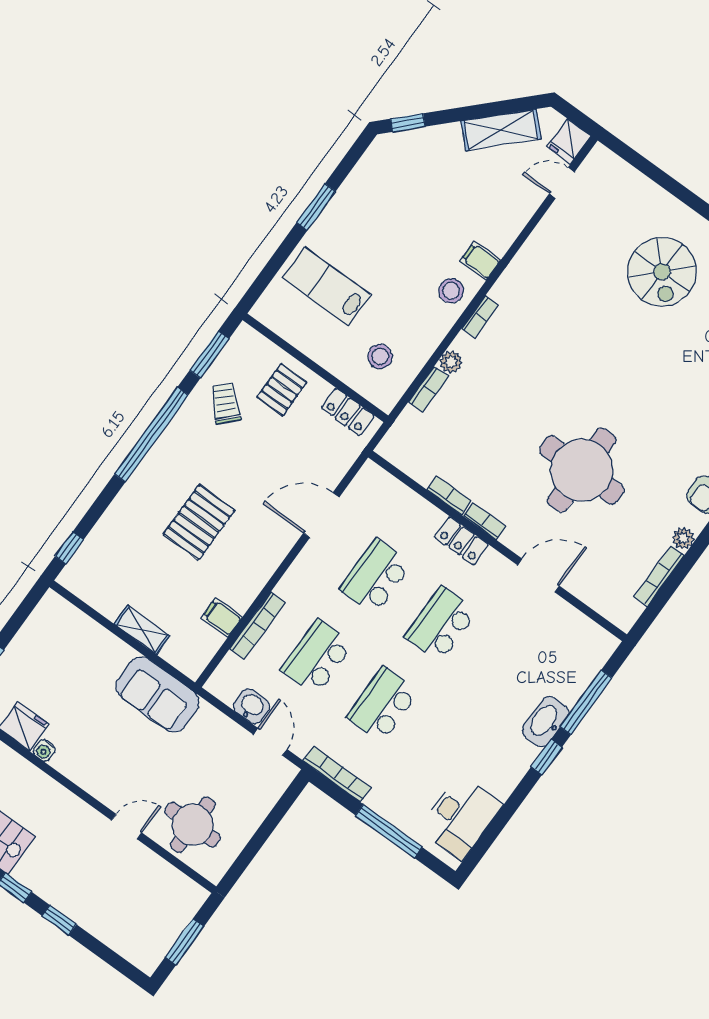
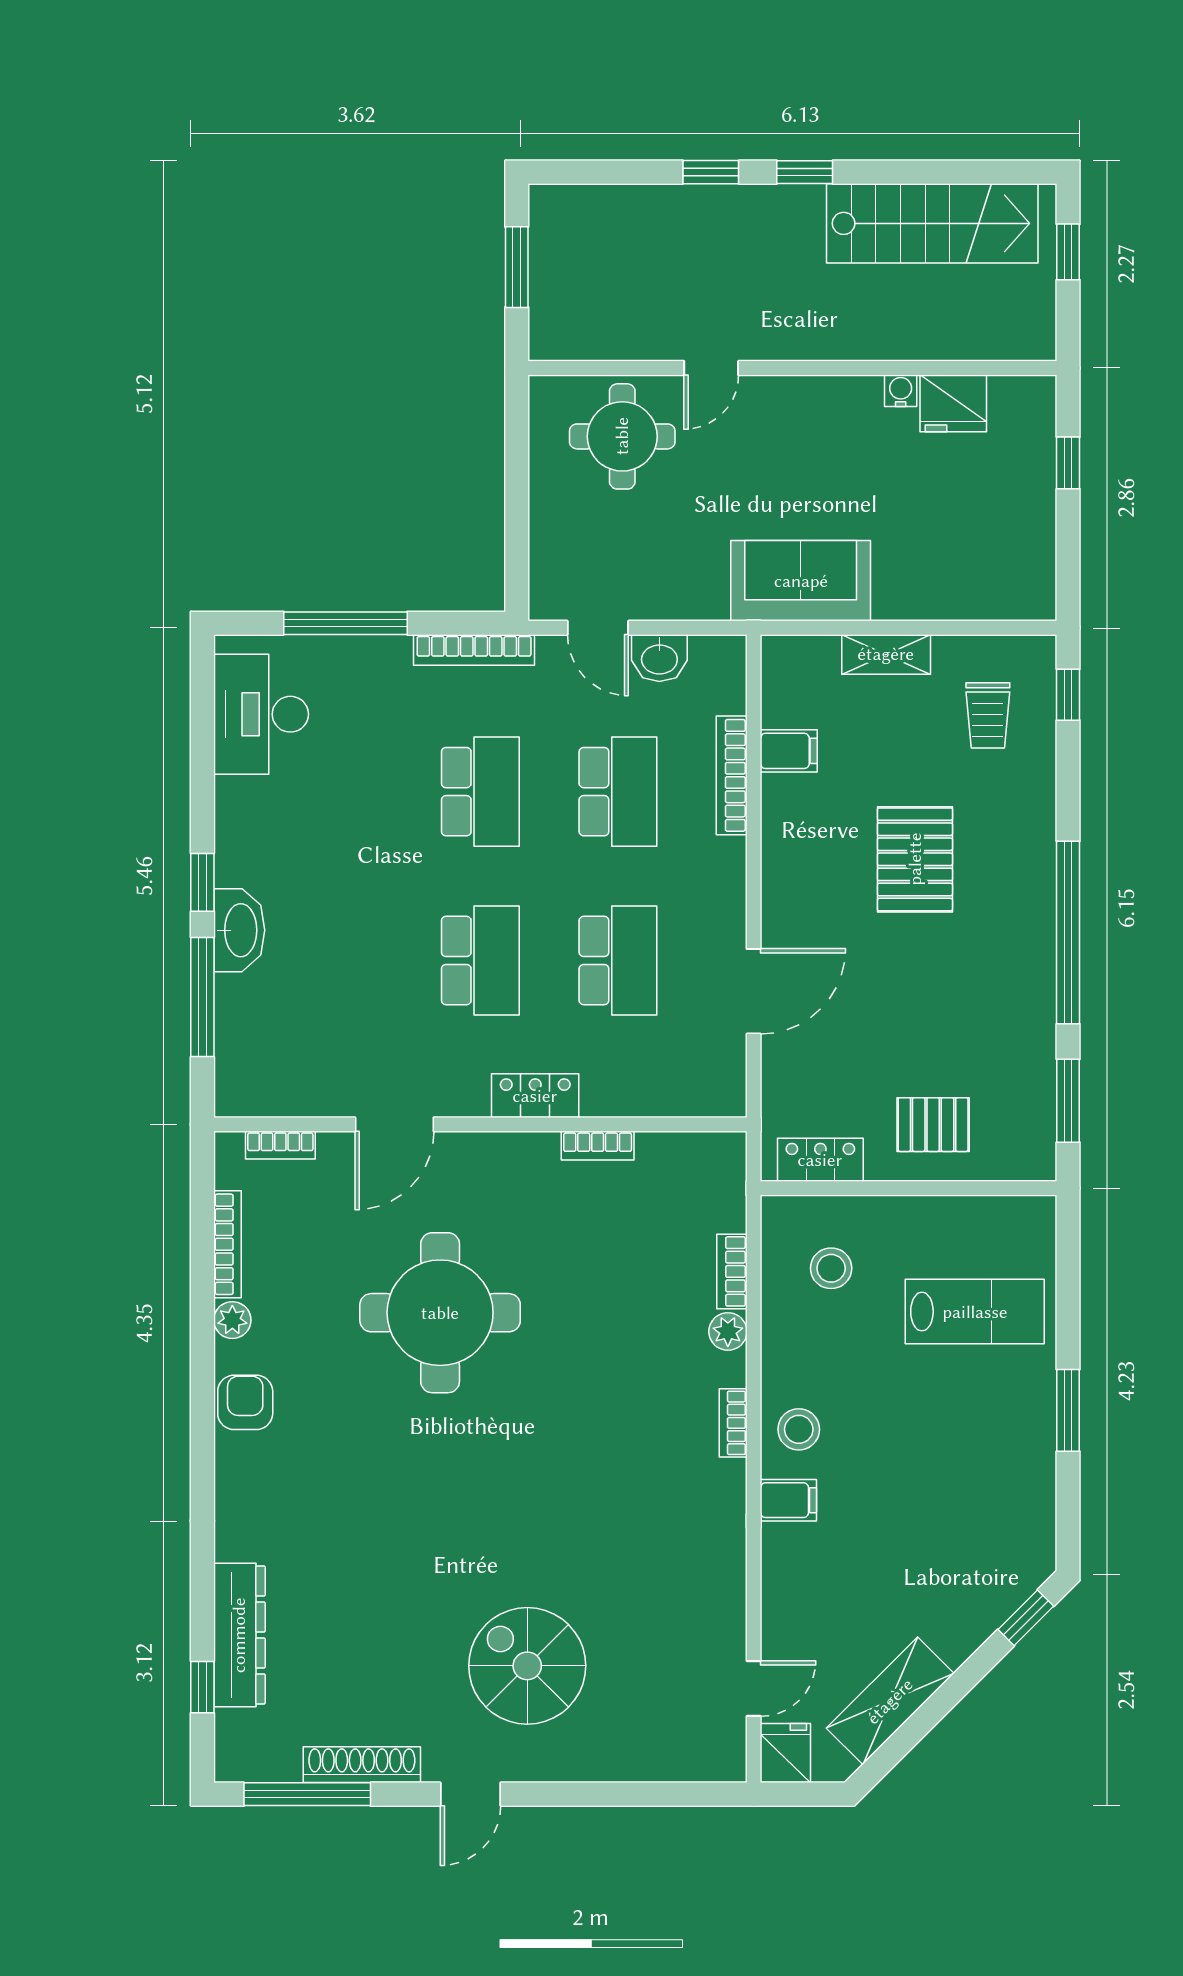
pallet: (282, 390) -> (933, 1125), turned 90
trolley: (225, 403) -> (988, 715), moved, turned 46
bookcase: (484, 521) -> (280, 1145), moved

